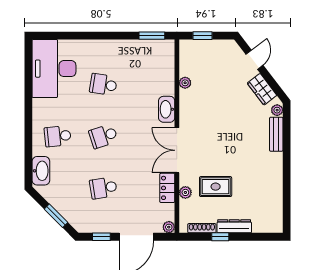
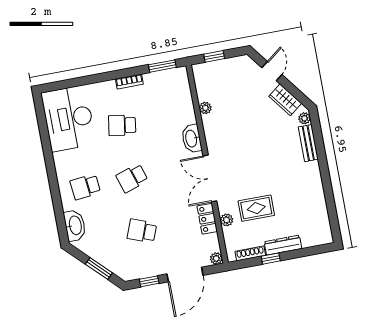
bookcase: (118, 44) -> (129, 82), added
school desk: (103, 188) -> (142, 231), turned 30

